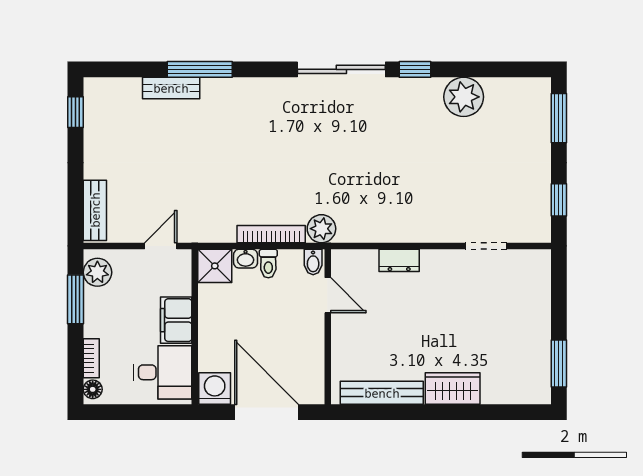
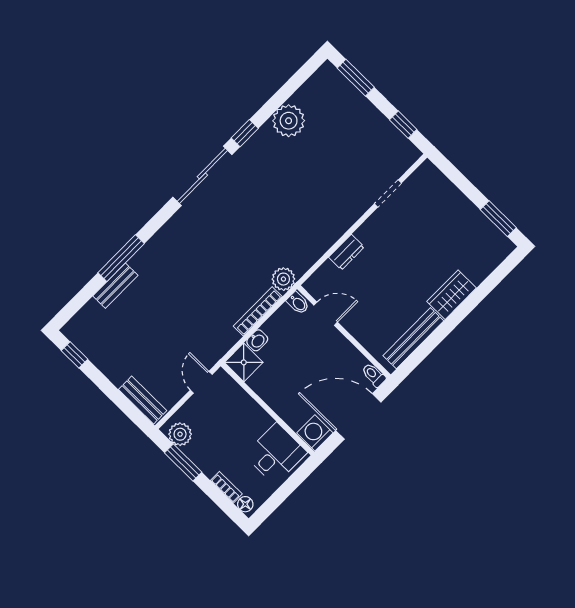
toilet: (268, 264) -> (374, 375), moved, turned 180
filing cabinet: (176, 320) -> (253, 416), removed

